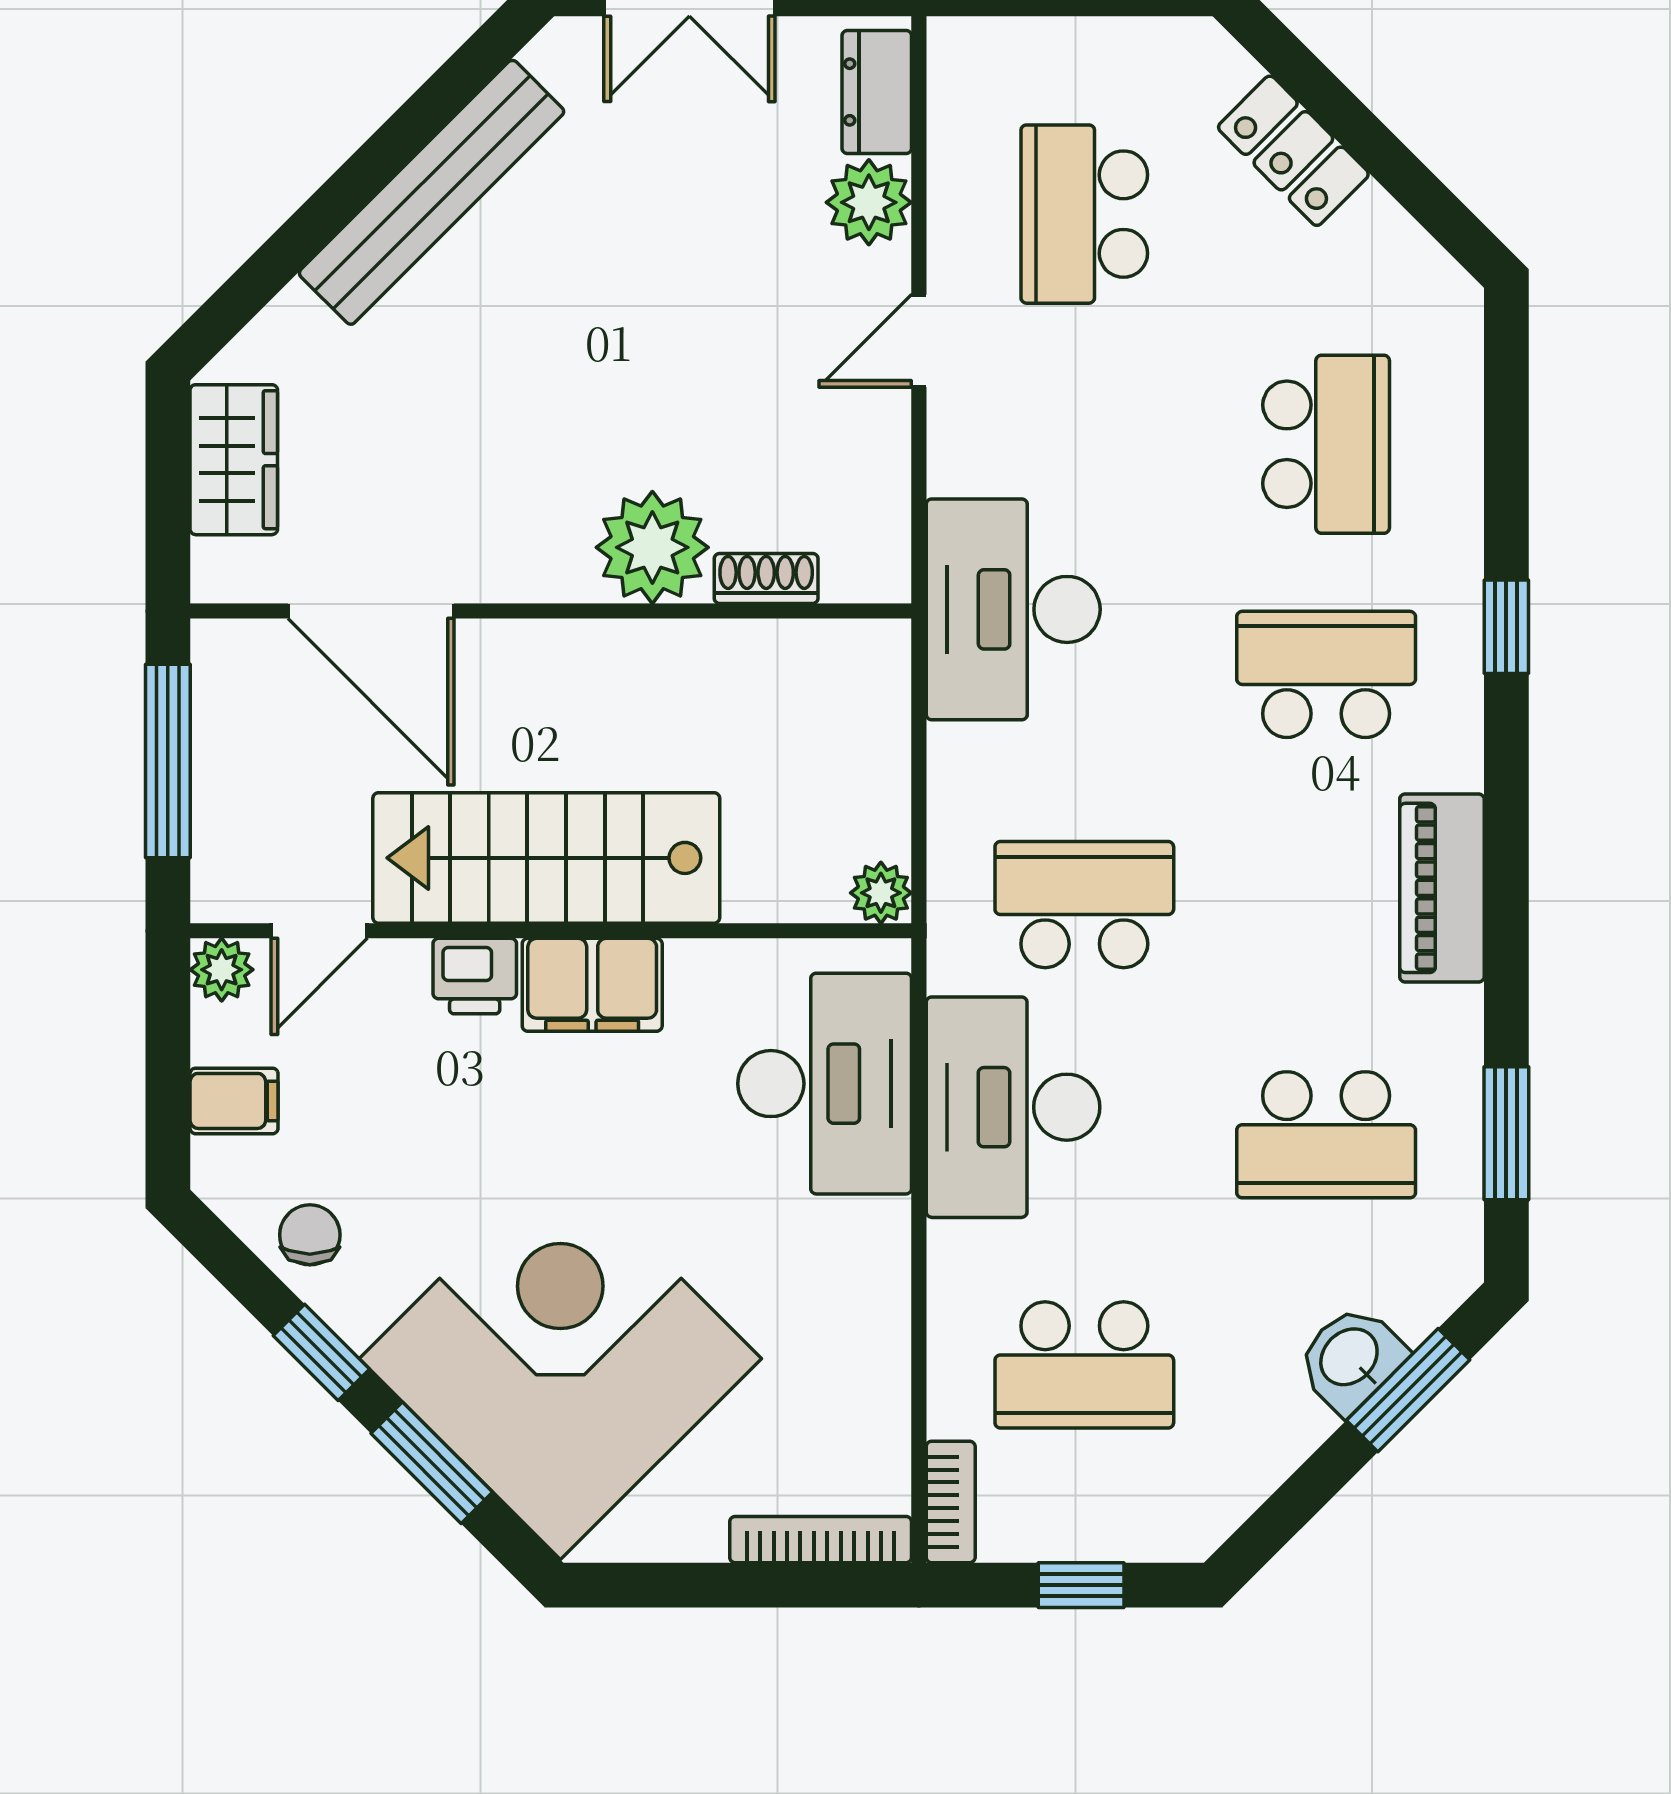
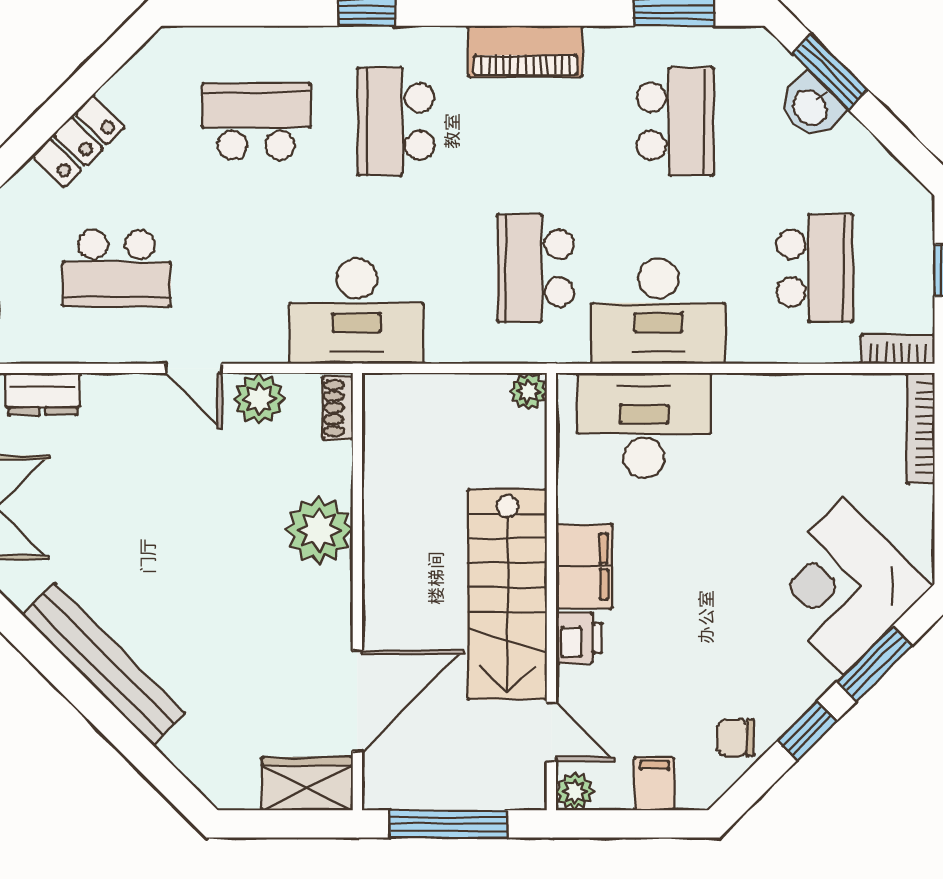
plant: (869, 202) -> (259, 399), moved
wardrobe: (234, 460) -> (307, 784), moved
shoe rack: (766, 578) -> (338, 408), moved
corner desk: (560, 1359) -> (843, 586), width x0.74, depth x0.74

